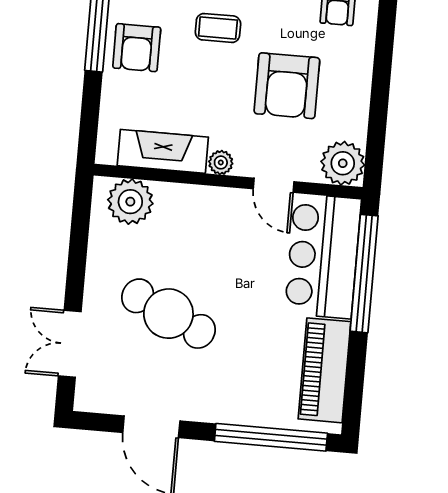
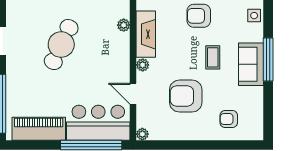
plant: (343, 163) -> (142, 134), width x0.53, depth x0.53
door: (274, 185) -> (133, 94), hinge flipped
plant: (130, 202) -> (124, 25), width x0.53, depth x0.53

